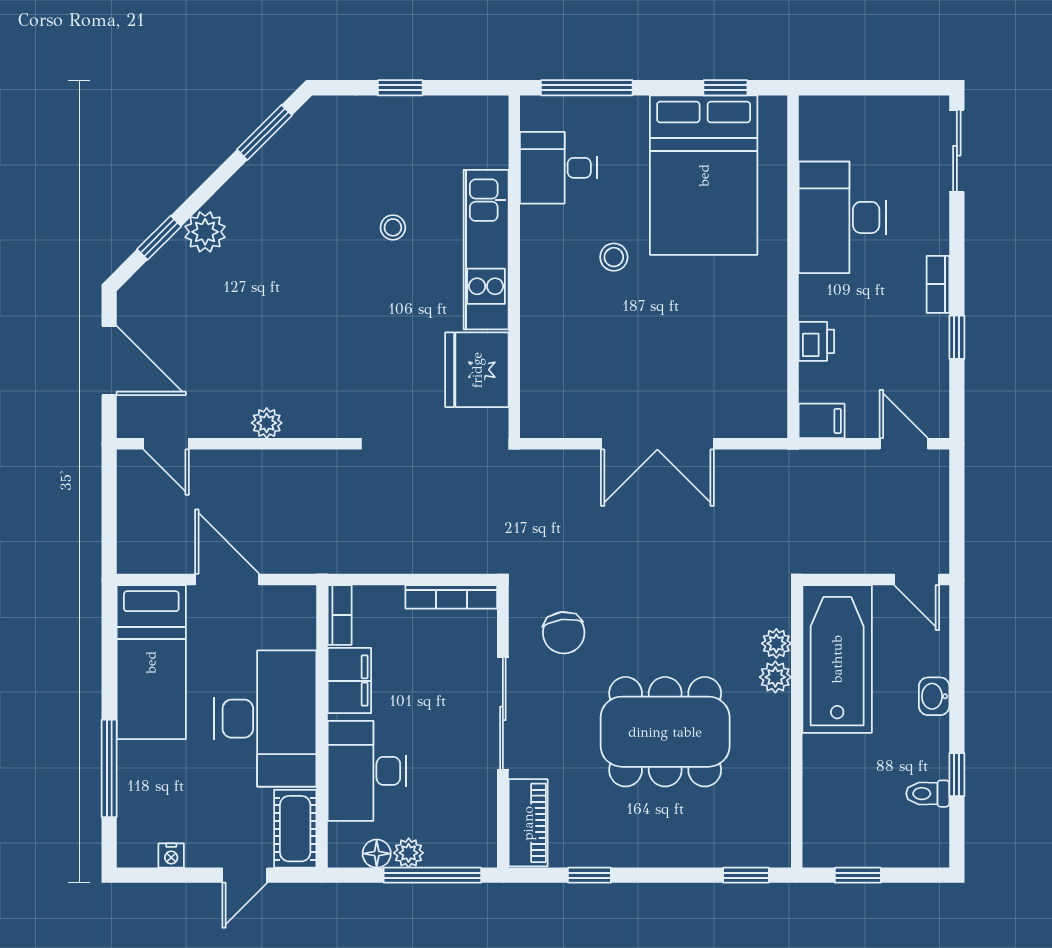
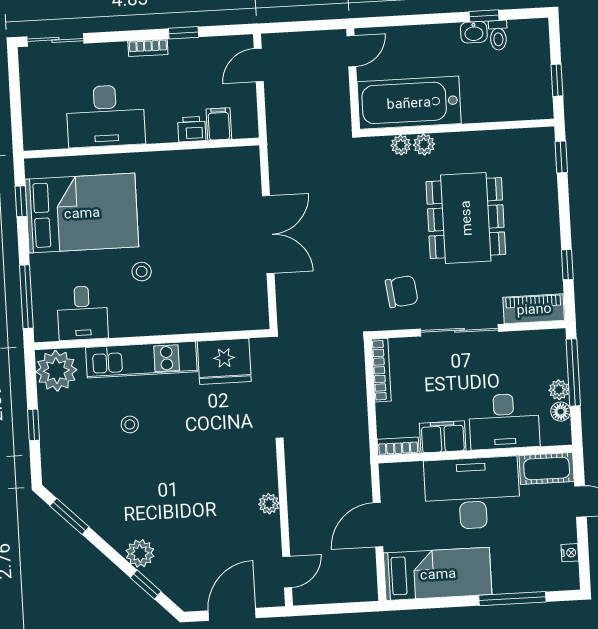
plant: (477, 125) -> (56, 371), added
filing cabinet: (822, 421) -> (219, 124), moved
washbasin: (934, 696) -> (474, 32), moved

